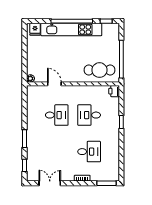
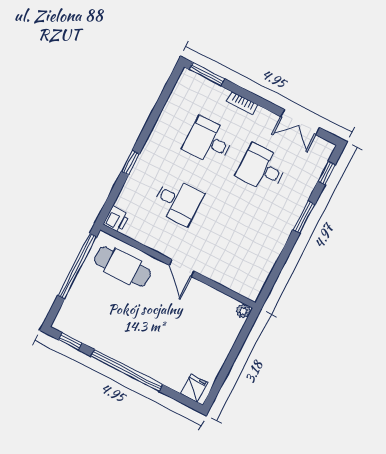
kitchen unit: (71, 30) -> (135, 357), removed
door: (54, 84) -> (182, 268), moved
desk: (57, 115) -> (262, 168), moved

